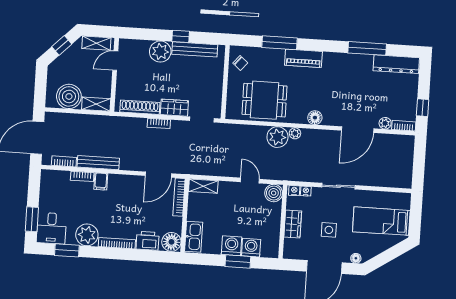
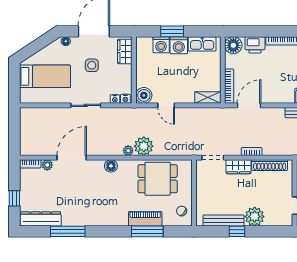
piano: (303, 58) -> (145, 219), moved
window: (423, 108) -> (14, 198), moved
wardrobe: (293, 224) -> (125, 51), moved
kitchen sink: (194, 237) -> (202, 44), moved, turned -90

